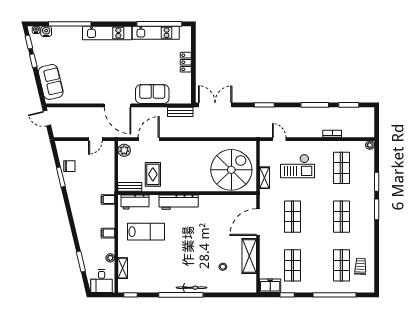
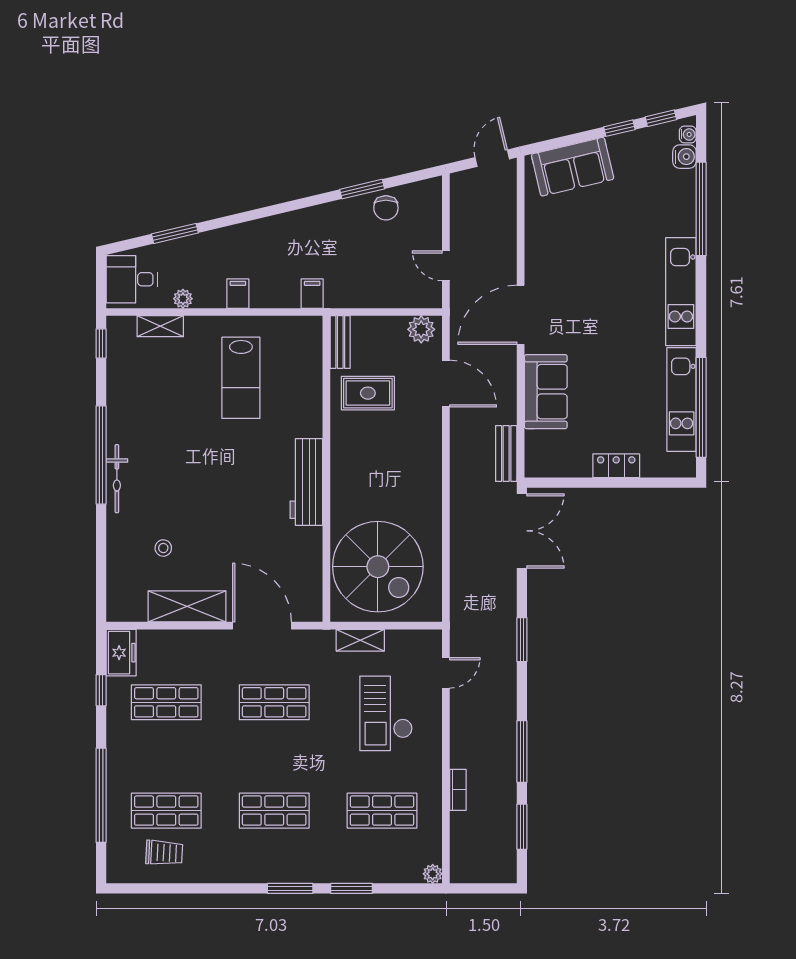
workbench: (135, 202) -> (307, 354), removed
workbench: (179, 202) -> (306, 482), moved

